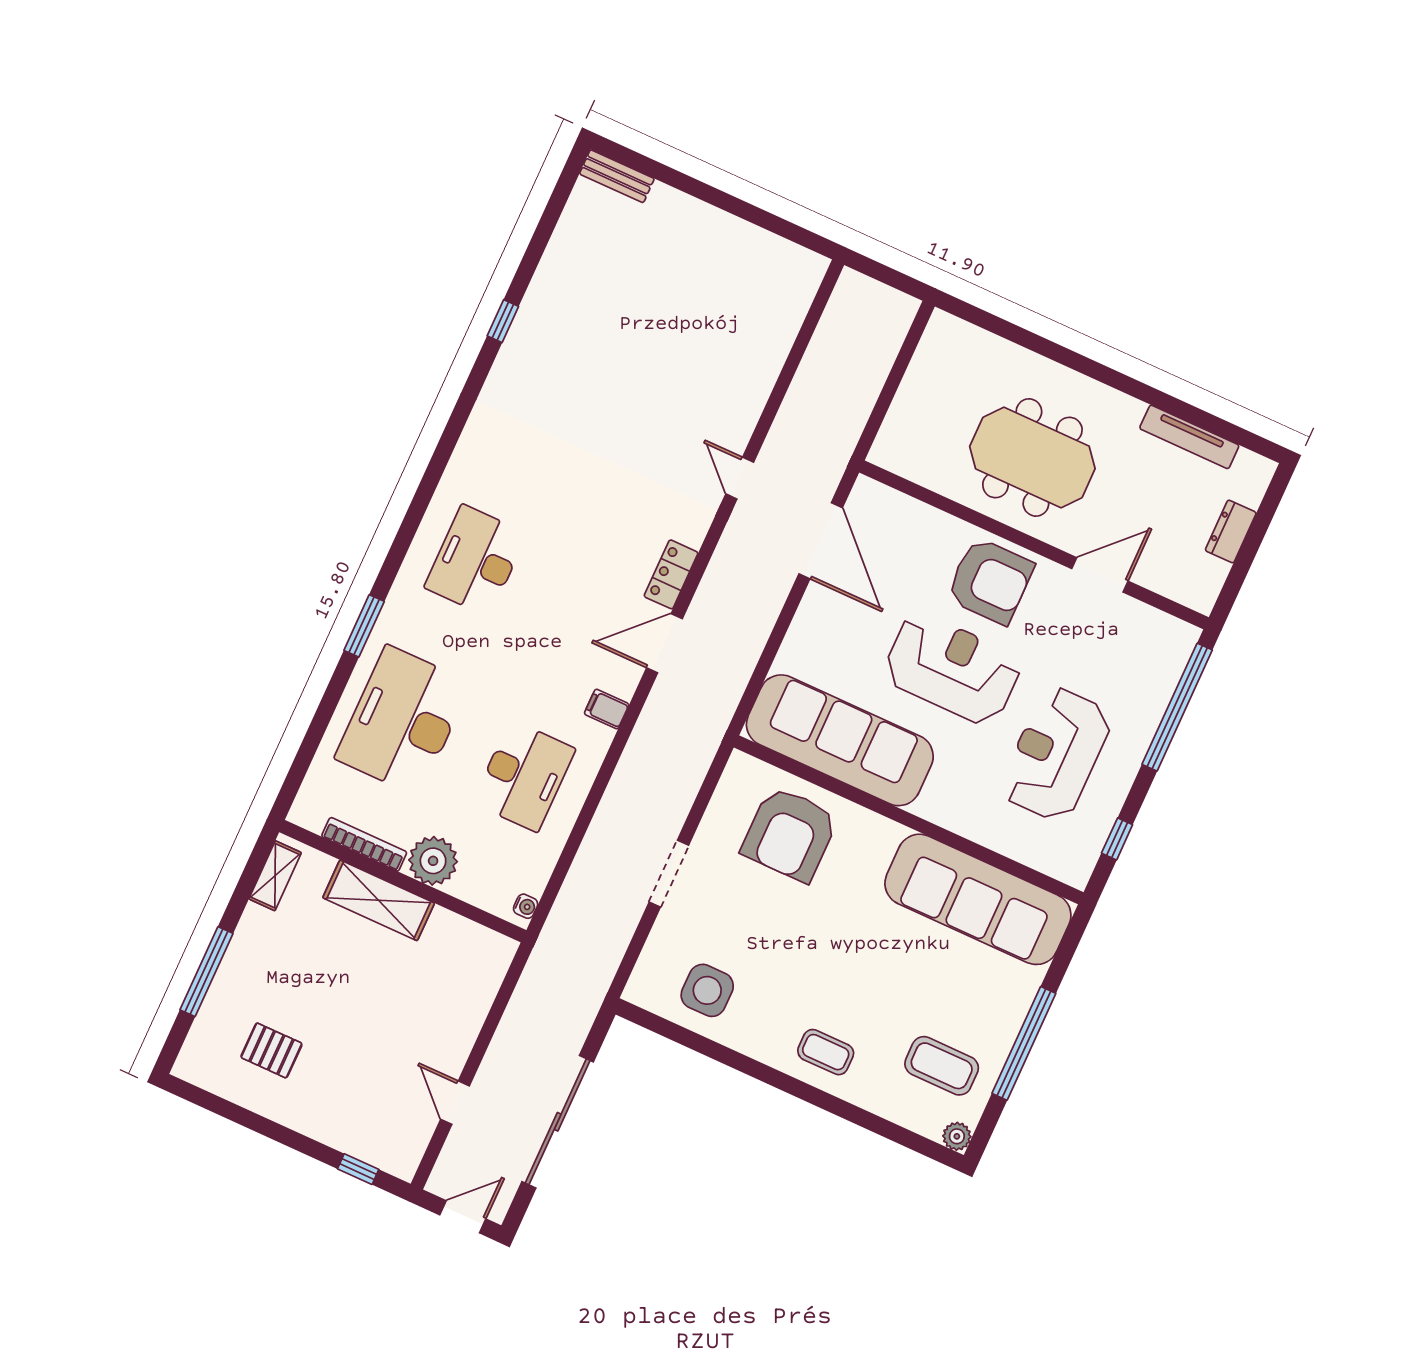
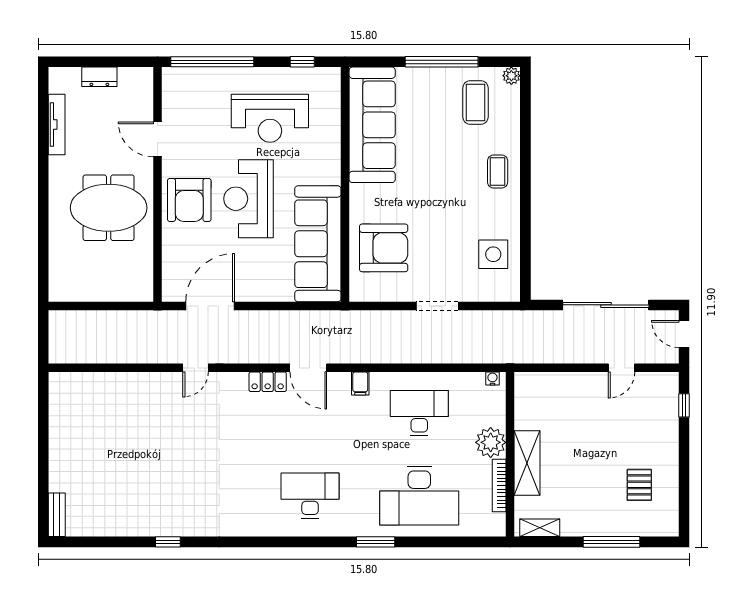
meeting table: (1032, 457) -> (109, 208), turned 90
desk: (476, 560) -> (310, 496), turned 180
armchair: (990, 581) -> (189, 200), turned 180

